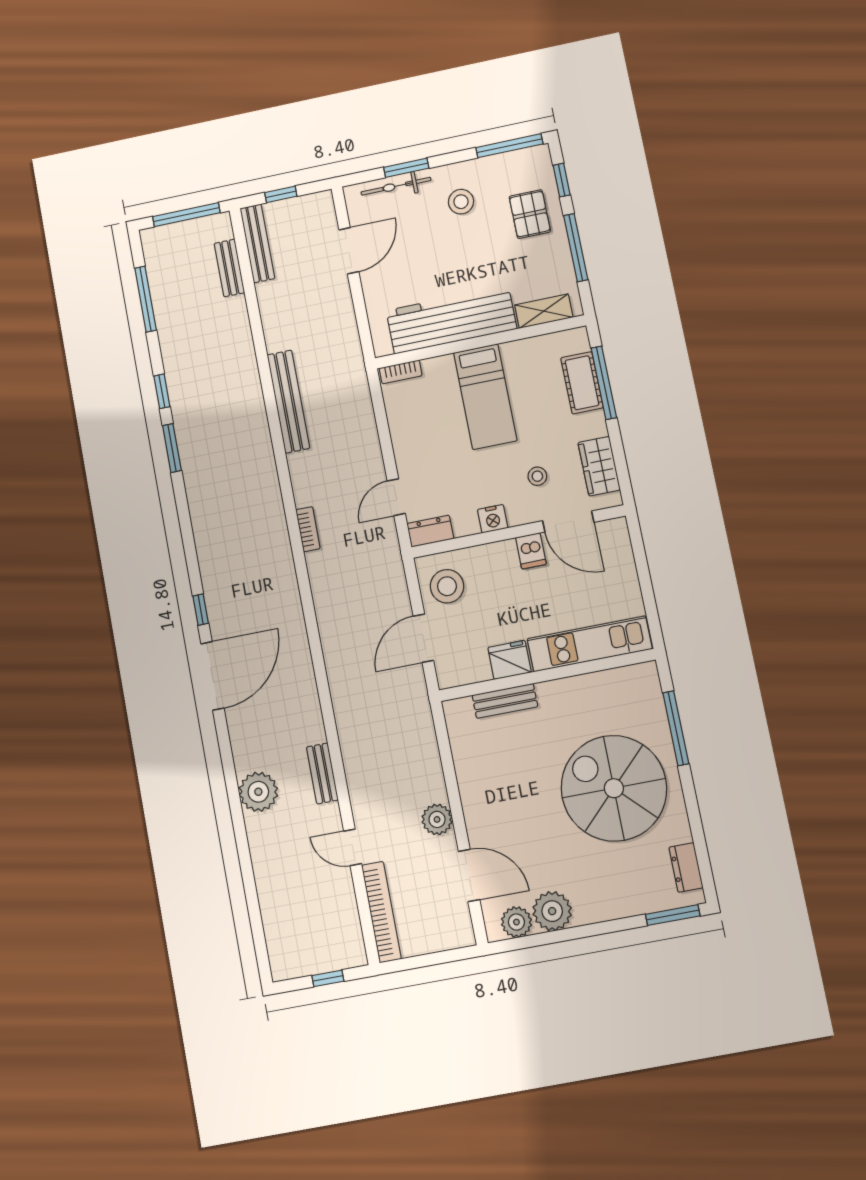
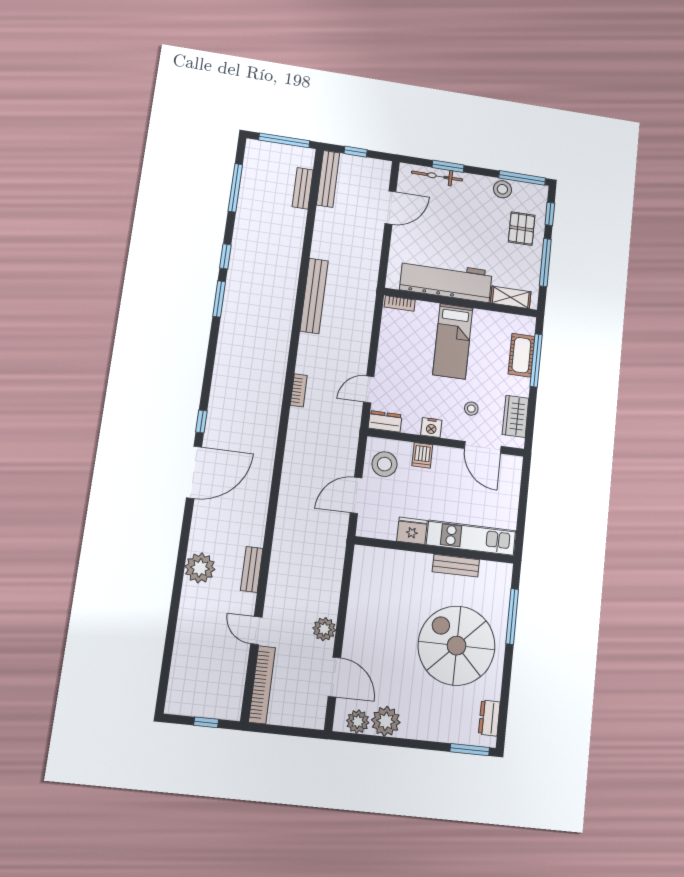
stool: (461, 202) -> (502, 189), moved
dishwasher: (531, 551) -> (422, 455), moved
bench: (505, 701) -> (456, 566), moved

